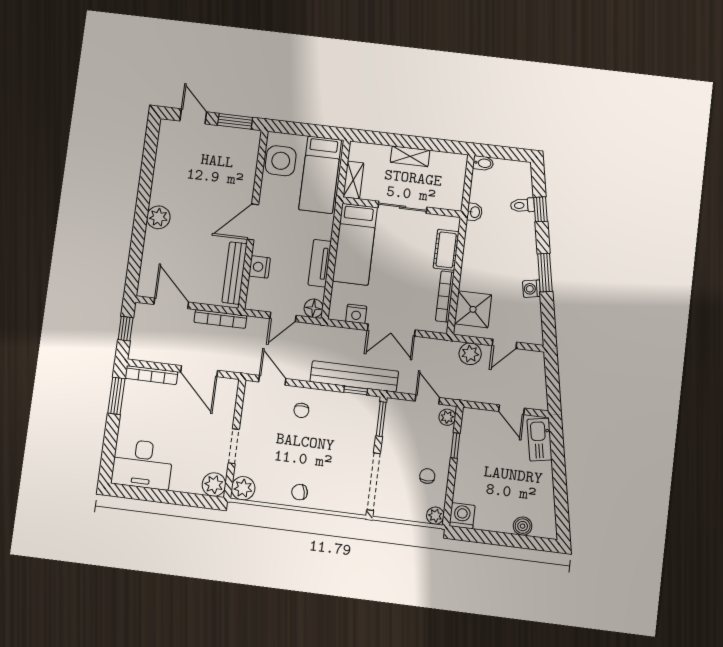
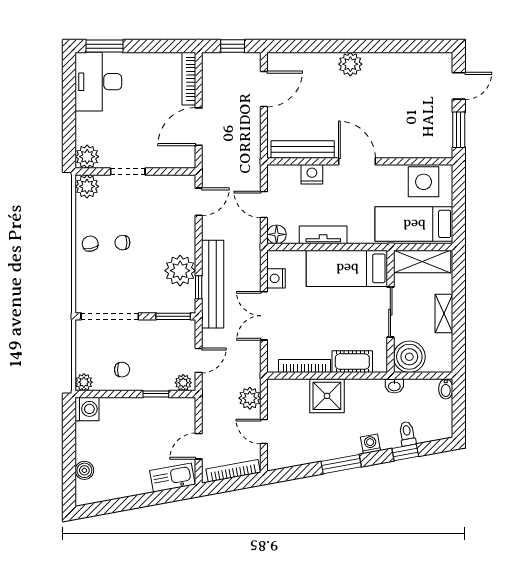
shelving: (353, 180) -> (422, 262), width x1.50, depth x1.33
boiler: (448, 194) -> (409, 357), added
washing machine: (532, 289) -> (370, 444), moved
shower: (473, 309) -> (327, 396), moved
bookcase: (220, 319) -> (233, 471), moved, turned 80
window: (116, 396) -> (104, 46), moved
plant: (337, 407) -> (180, 271), added
chair: (301, 410) -> (122, 243), moved

